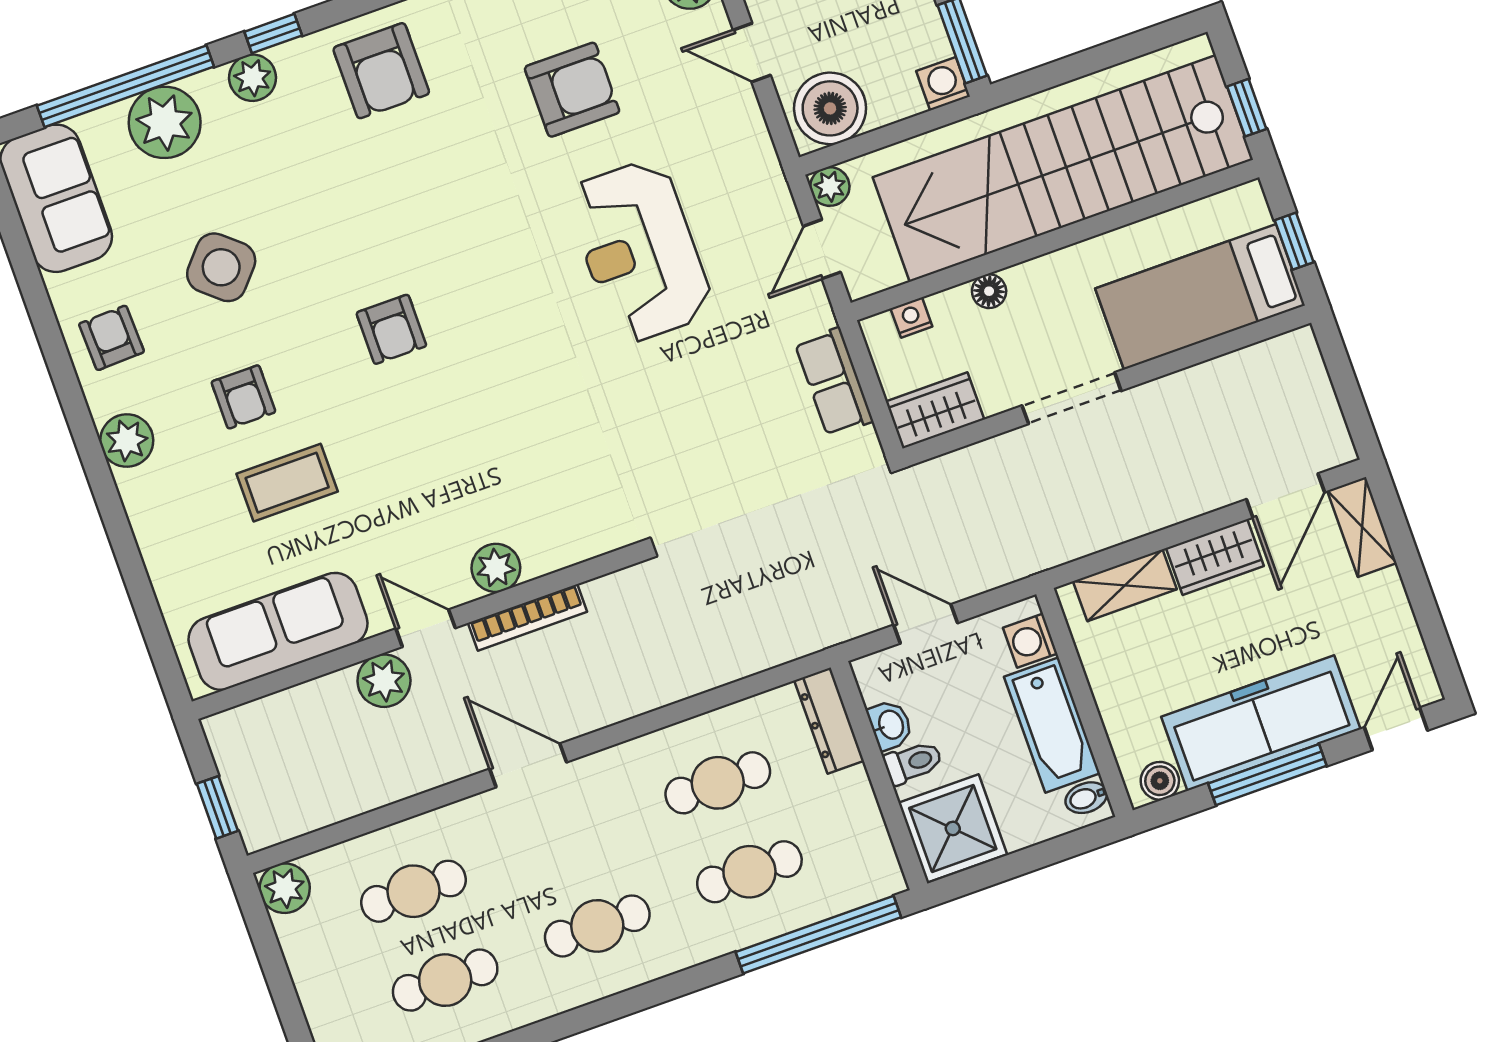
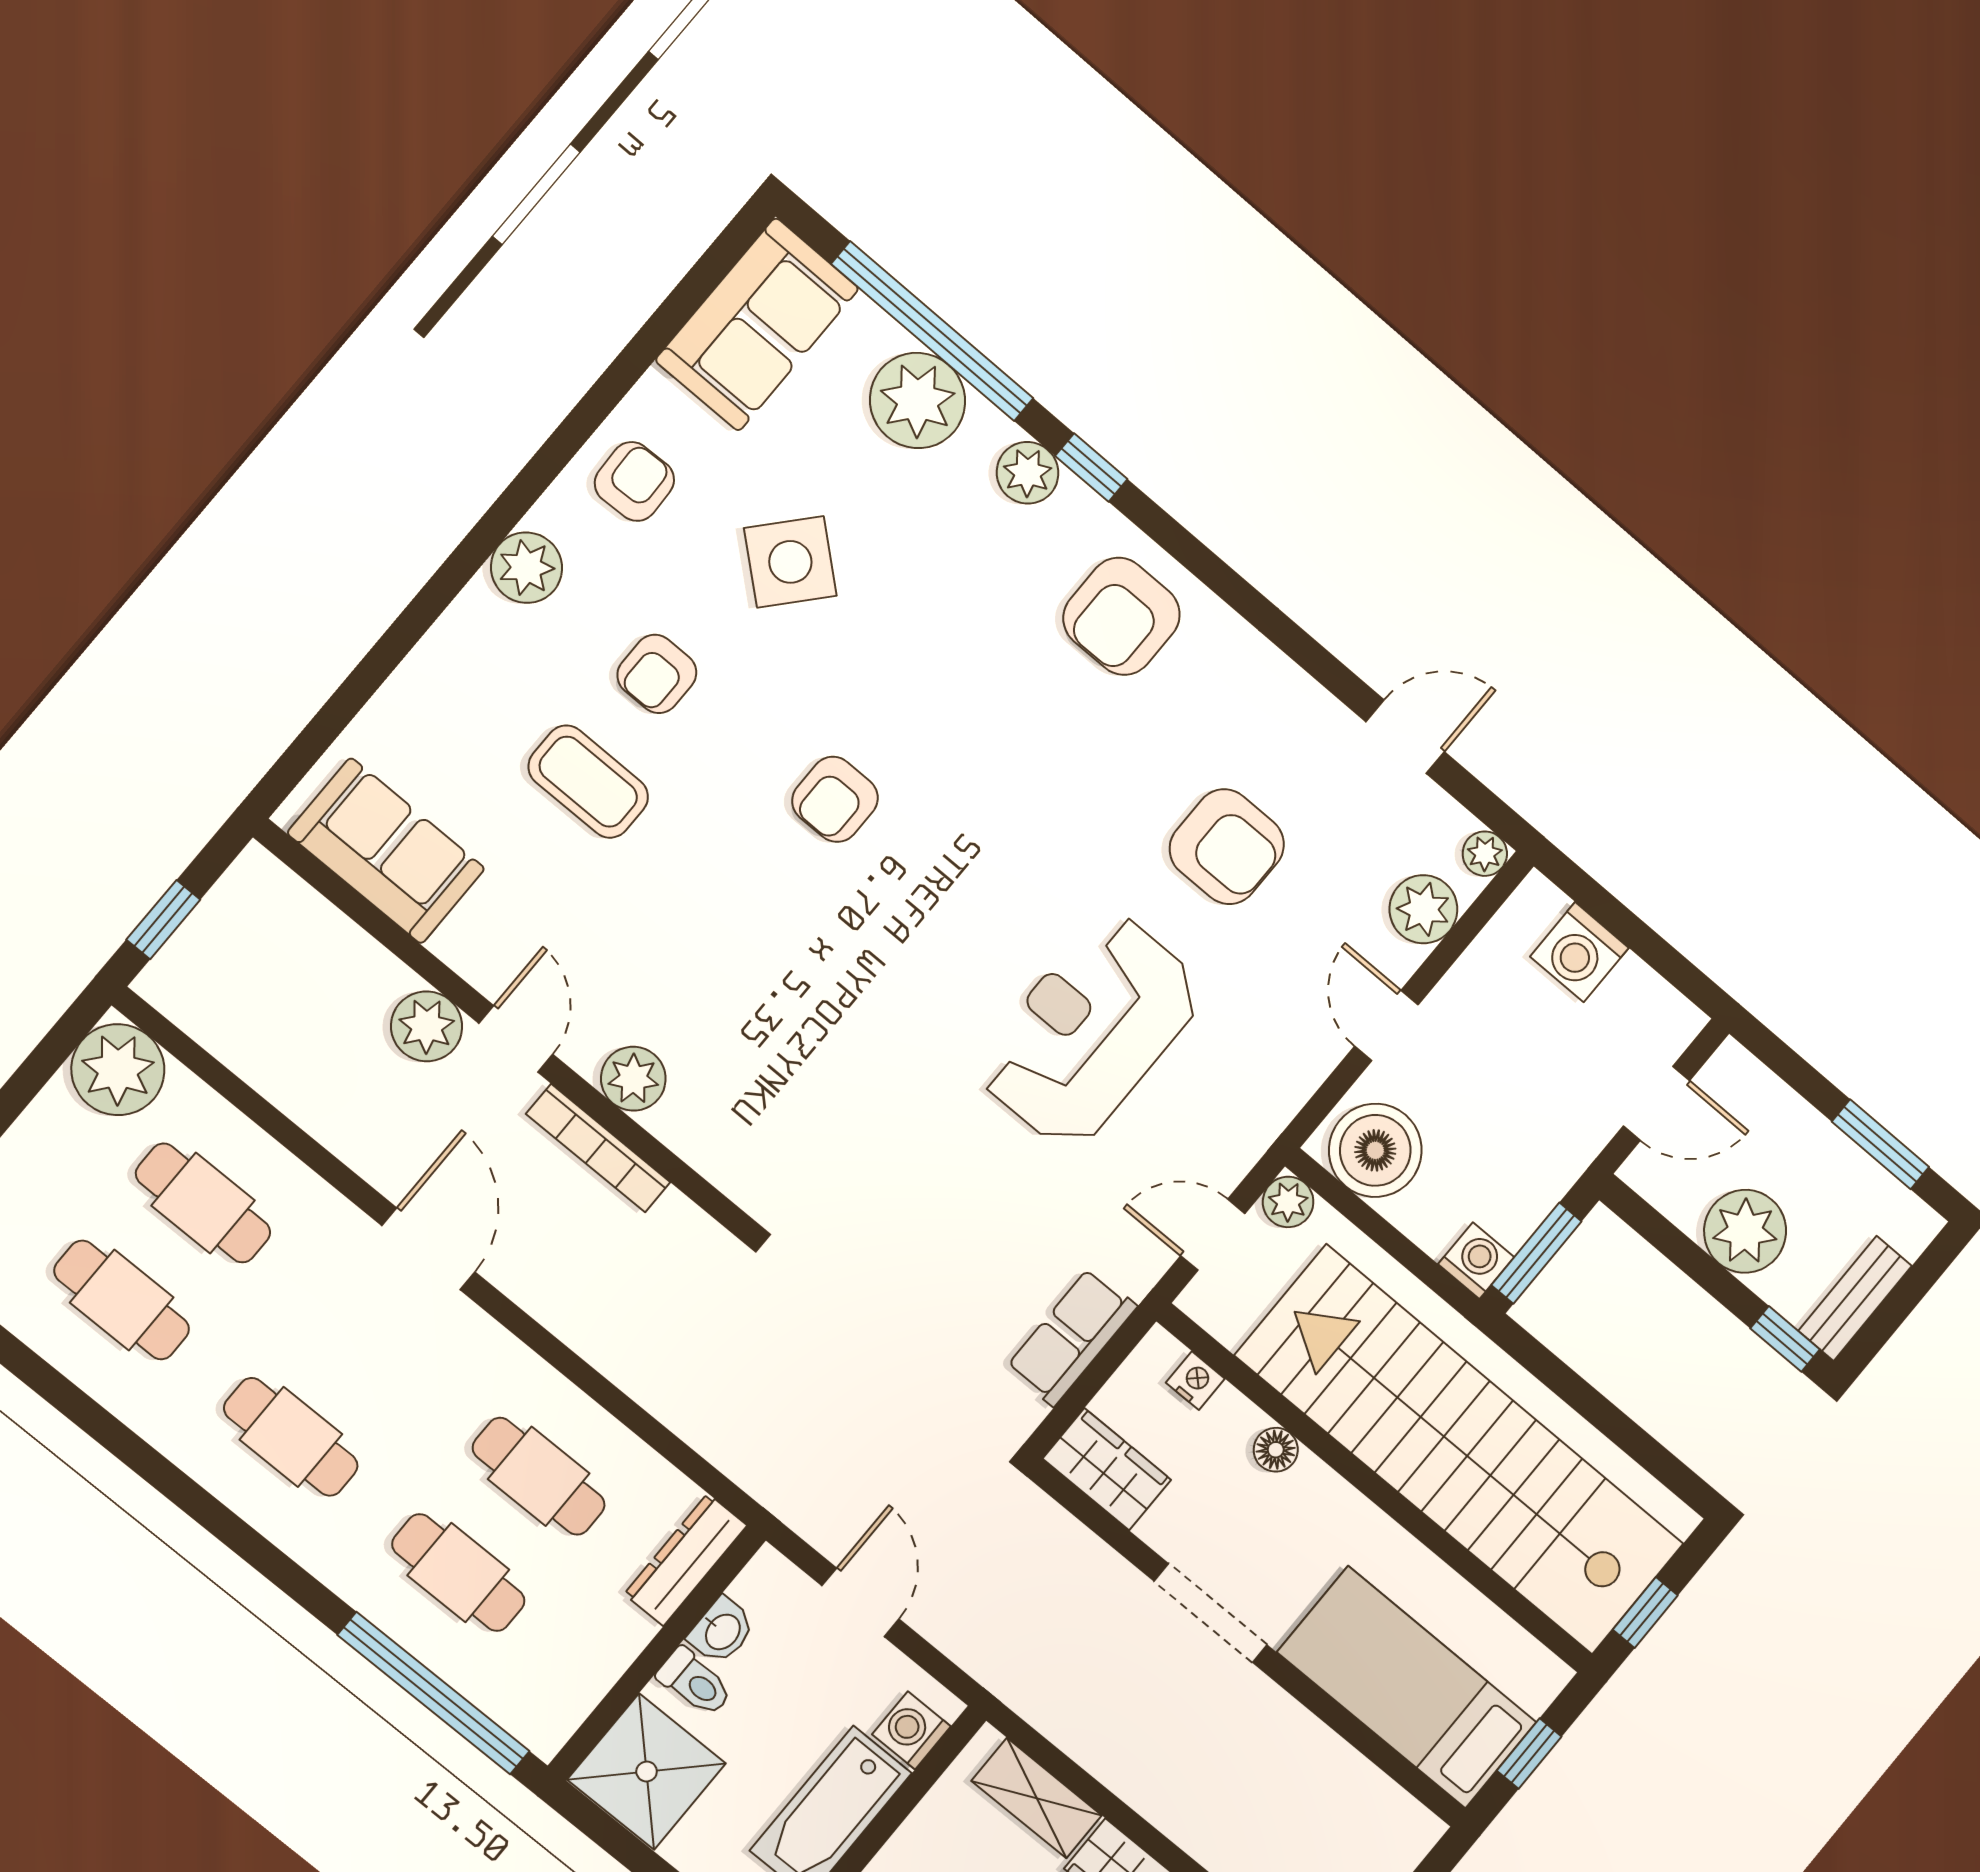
sofa: (278, 631) -> (386, 851), width x0.73
plant: (285, 888) -> (118, 1070), width x1.36, depth x1.36

